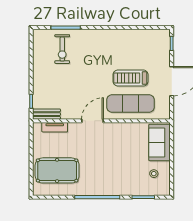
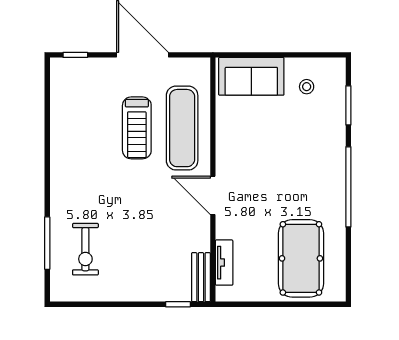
exercise bike: (62, 49) -> (85, 249), turned 90

